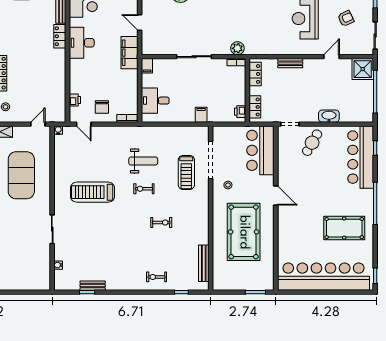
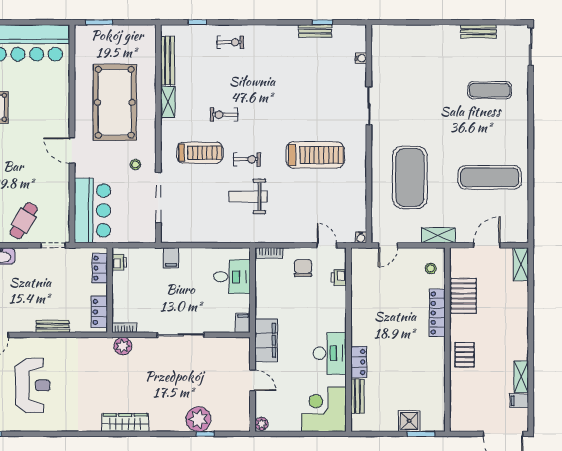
treadmill: (186, 172) -> (200, 153), moved, turned 90
shelving: (204, 232) -> (168, 102), added

